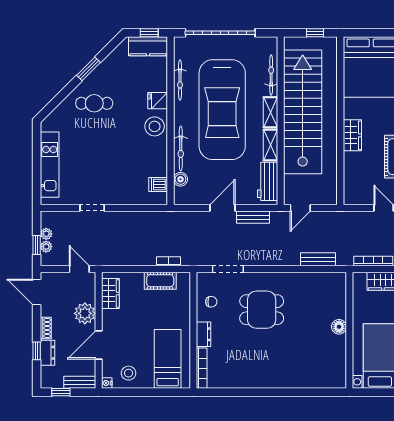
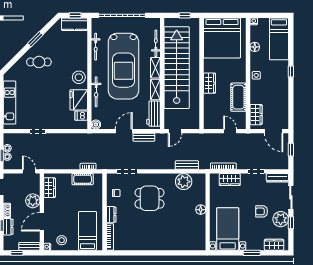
fridge: (158, 101) -> (79, 100), moved, width x1.88, depth x1.34
boiler: (180, 179) -> (96, 124), moved
plant: (313, 284) -> (184, 182), added

